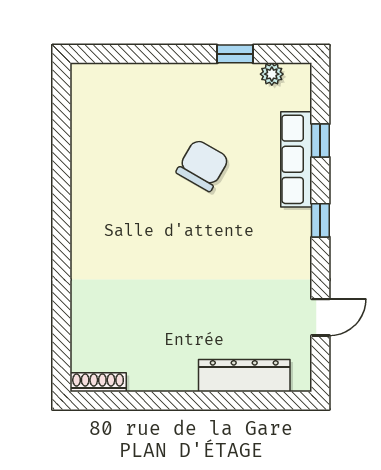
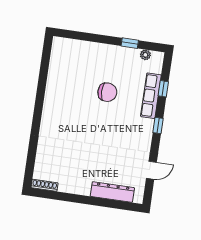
chair: (203, 165) -> (107, 92), turned 60

